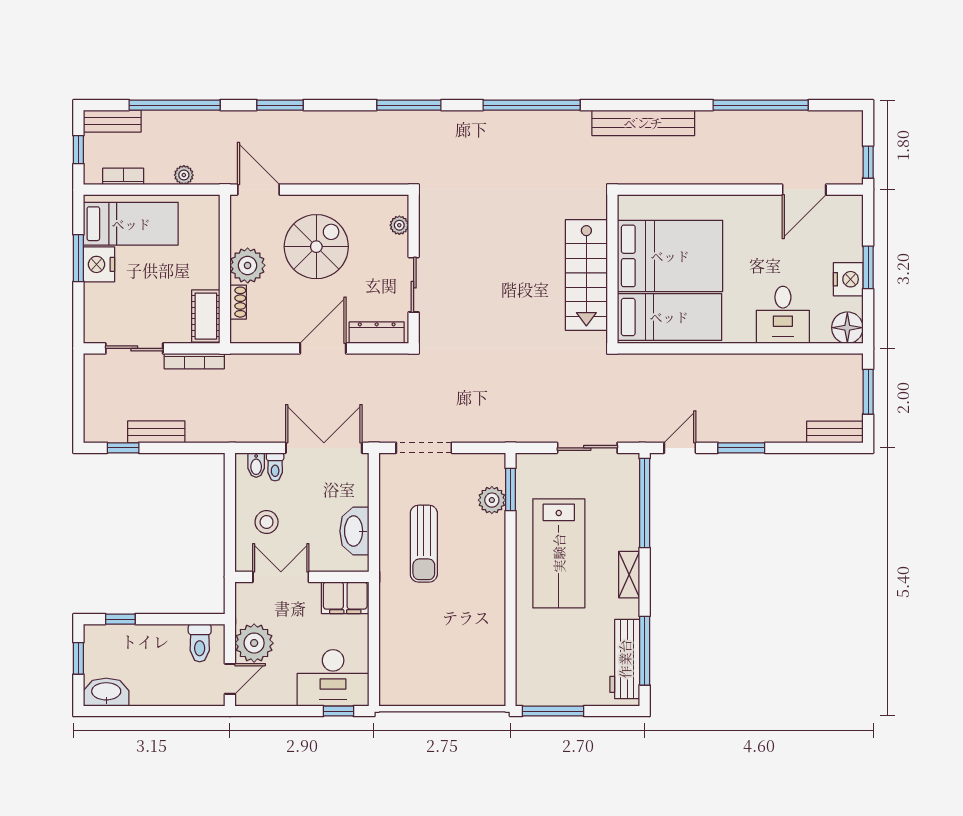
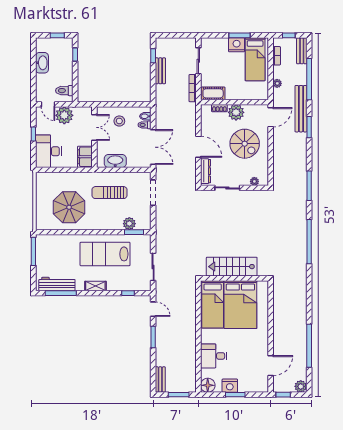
bench: (643, 123) -> (301, 109), moved
plant: (850, 123) -> (301, 386), added
door: (804, 190) -> (271, 366), swing flipped
window: (645, 503) -> (128, 293), width x0.32
parasol: (456, 632) -> (69, 207), added
washbasin: (106, 692) -> (42, 63), moved
window: (338, 711) -> (33, 134), moved

